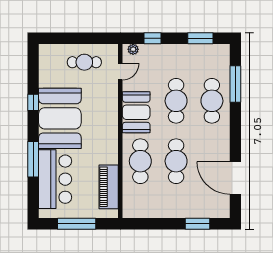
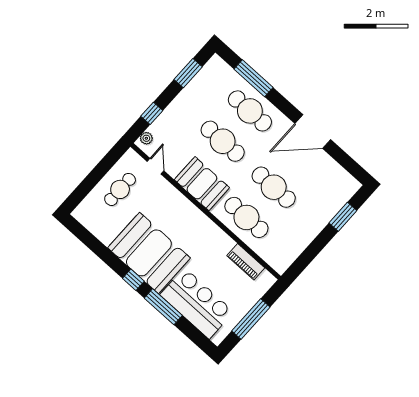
window: (33, 102) -> (133, 280), moved
door: (235, 178) -> (313, 131), moved
piano: (109, 187) -> (246, 262), width x0.73, depth x0.75

